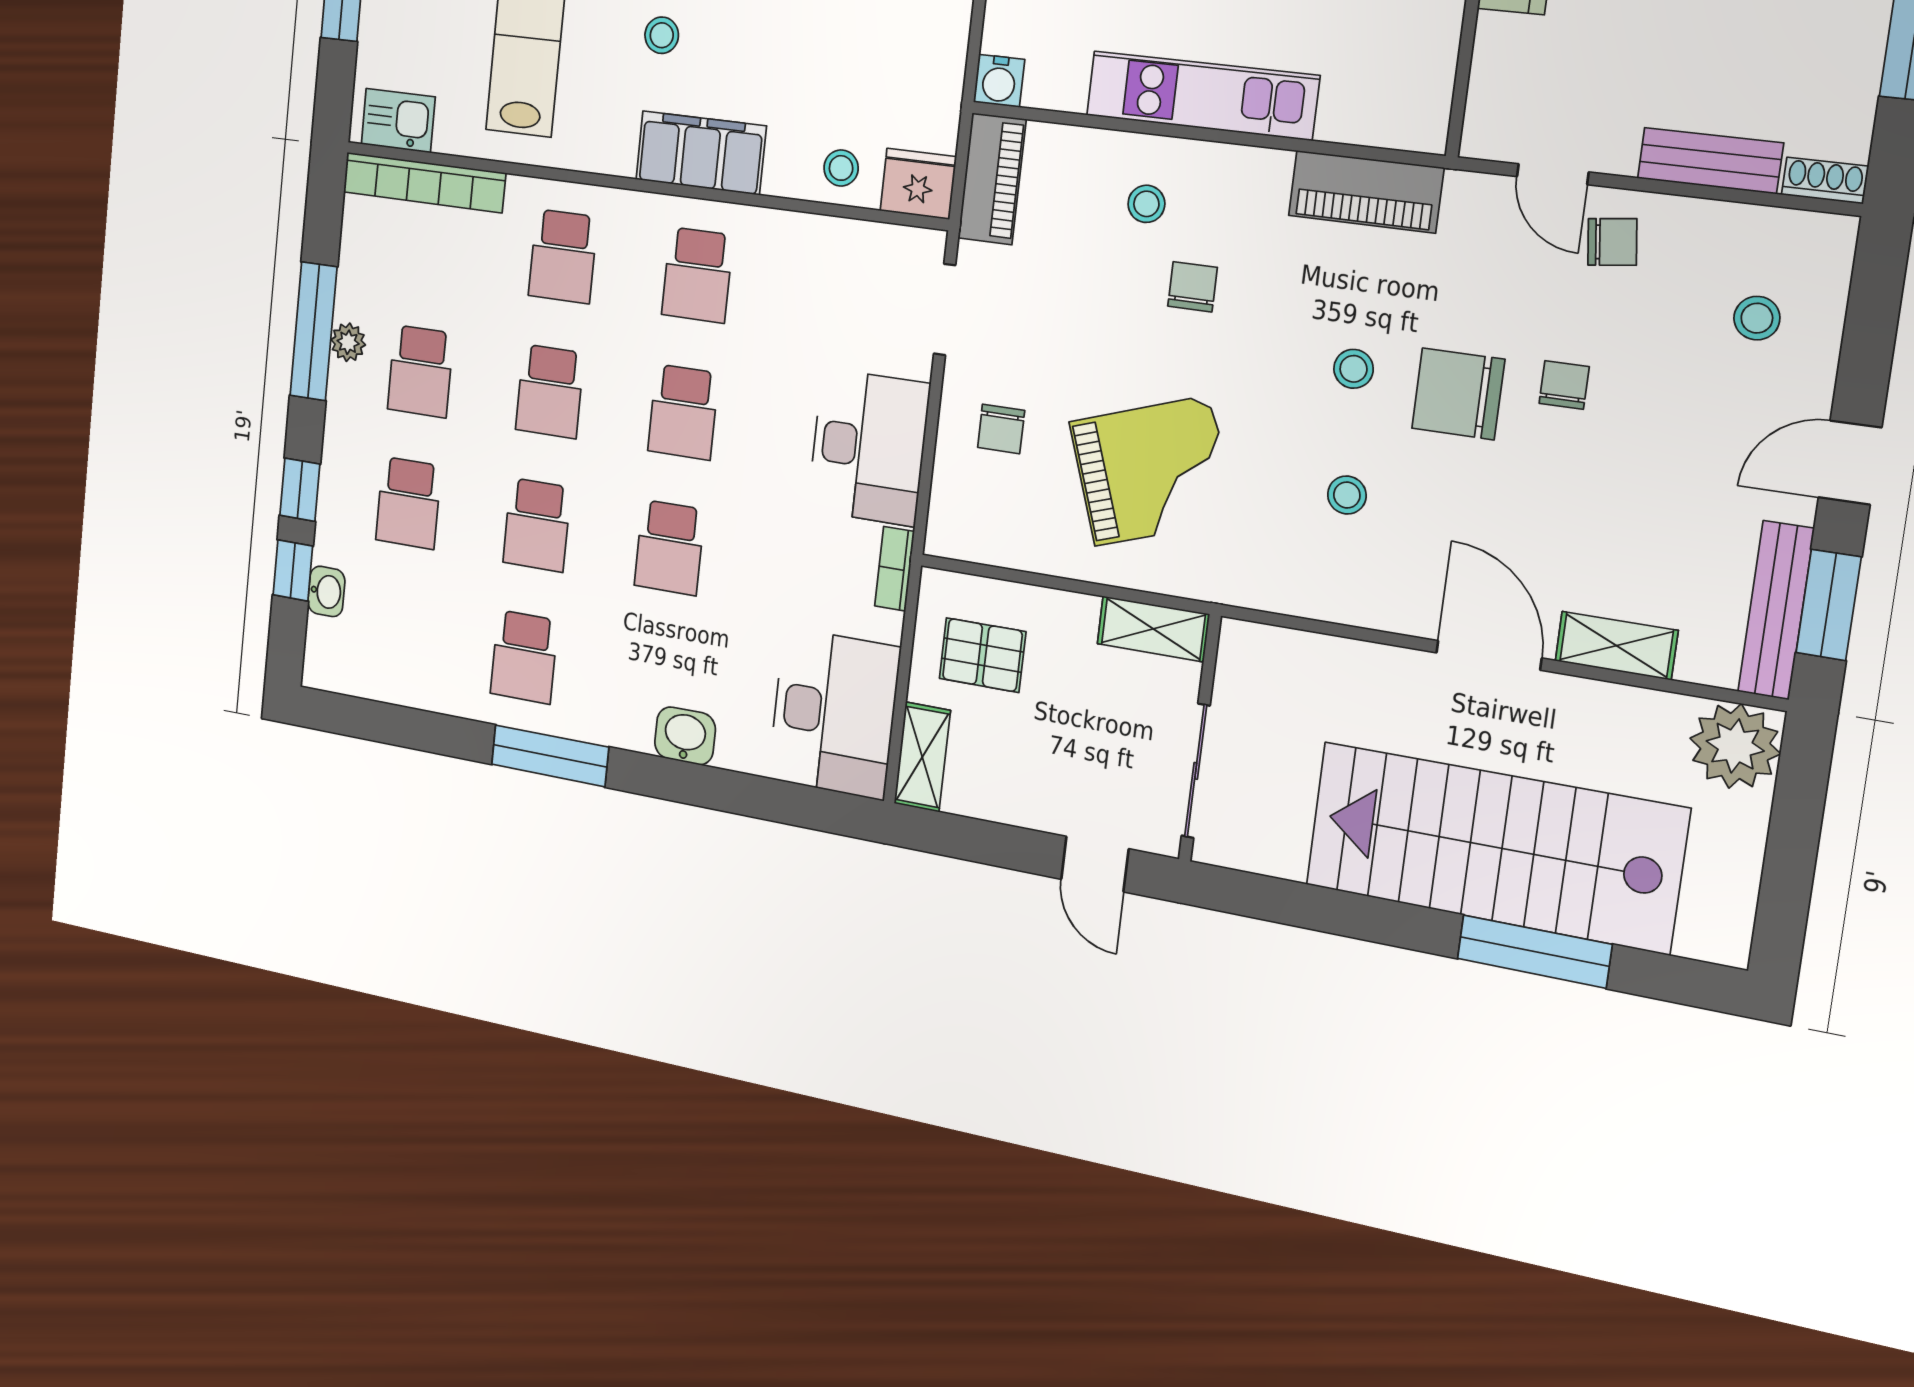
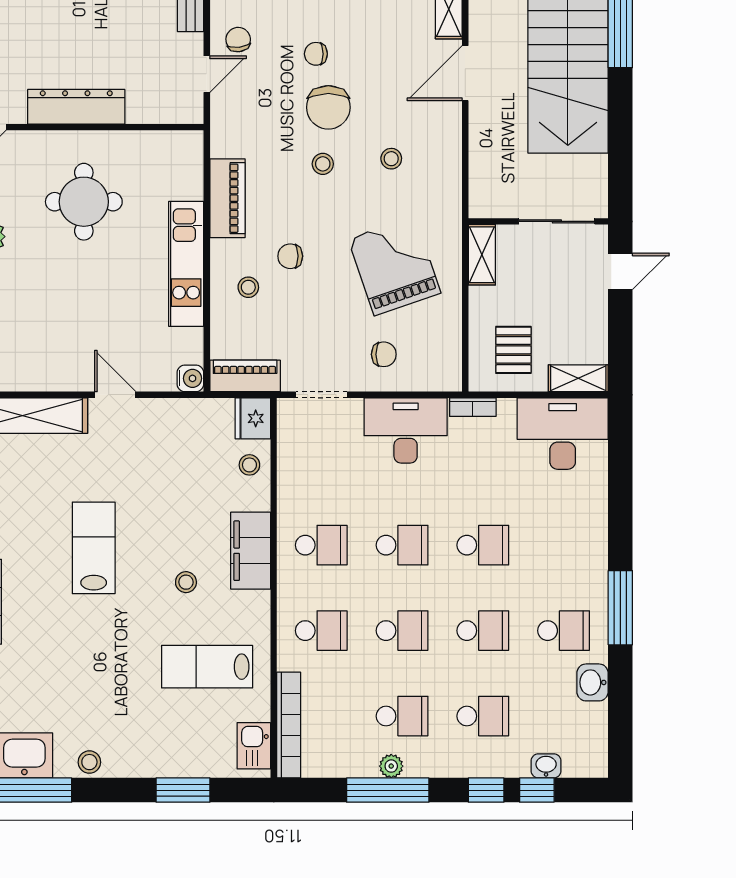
piano: (1366, 192) -> (227, 198), moved
washbasin: (685, 736) -> (593, 682), moved

